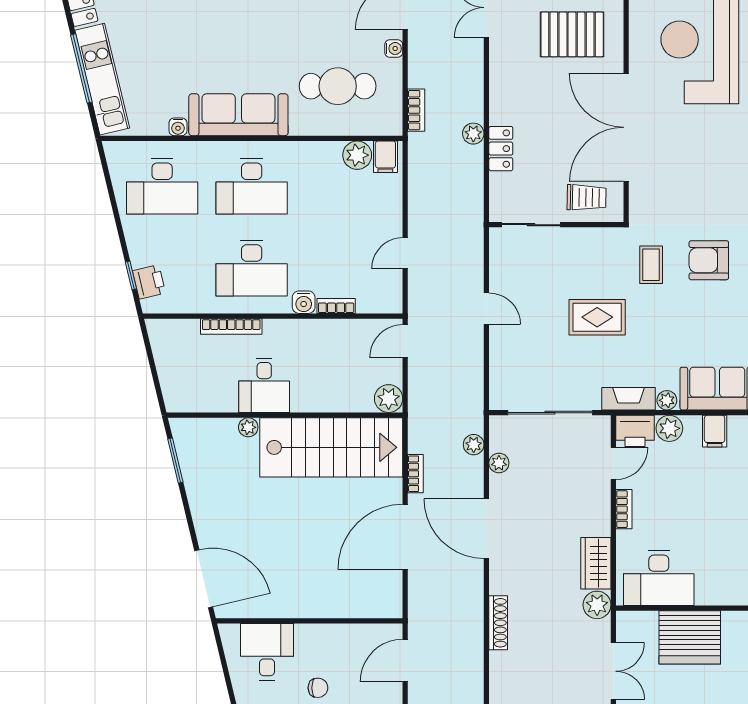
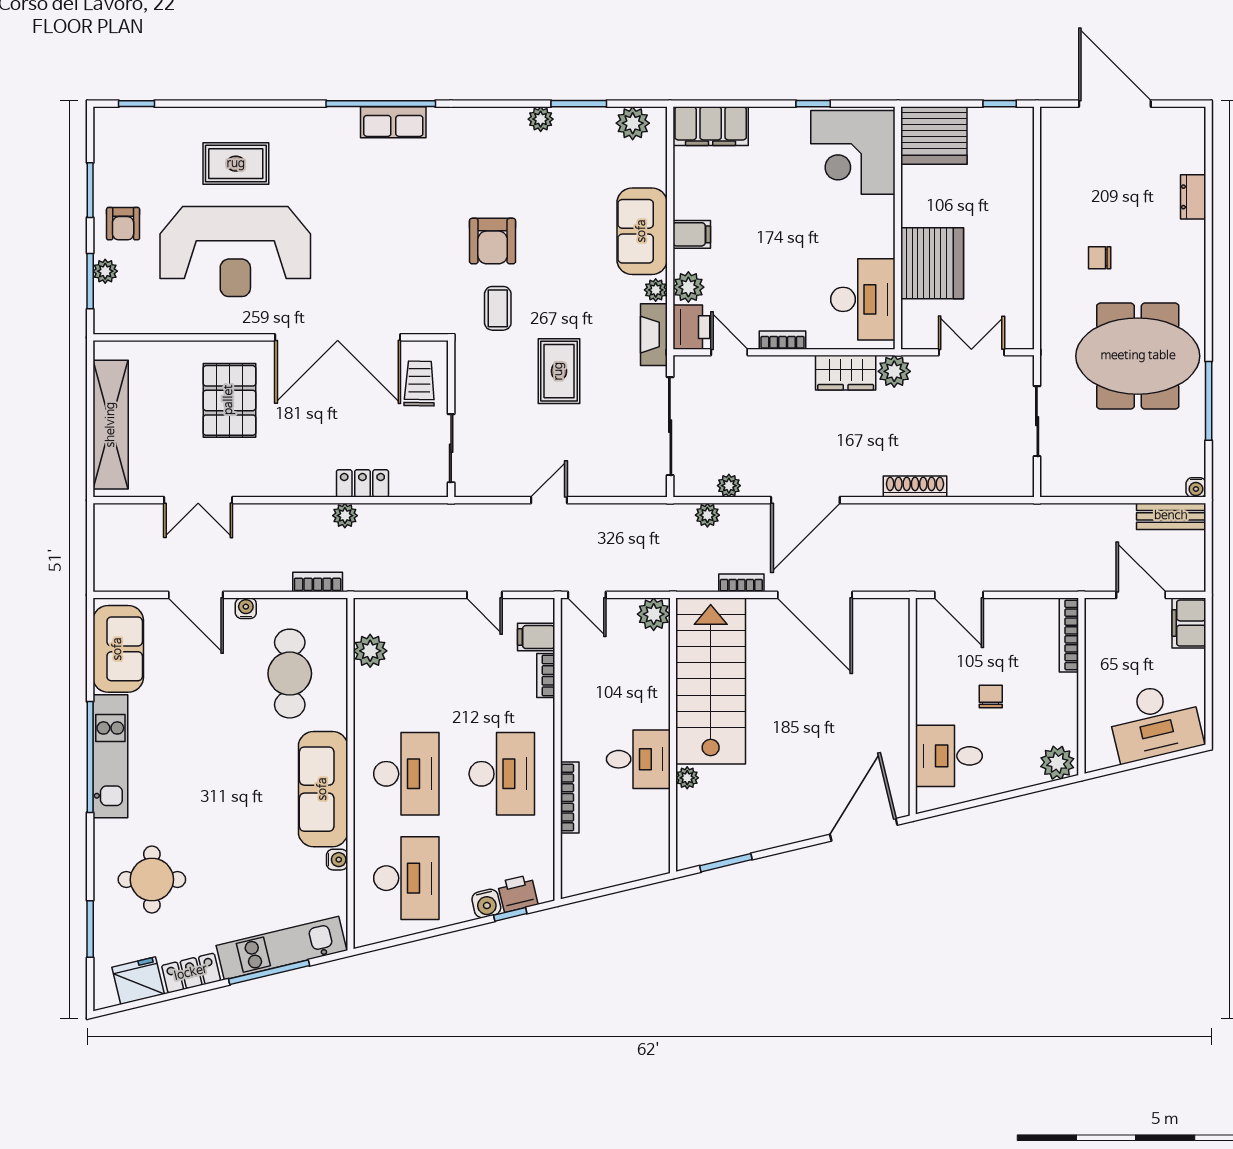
filing cabinet: (385, 157) -> (536, 637), moved, turned 180
coffee table: (651, 265) -> (498, 308), turned 90
water cooler: (304, 302) -> (486, 904), moved, turned 77

